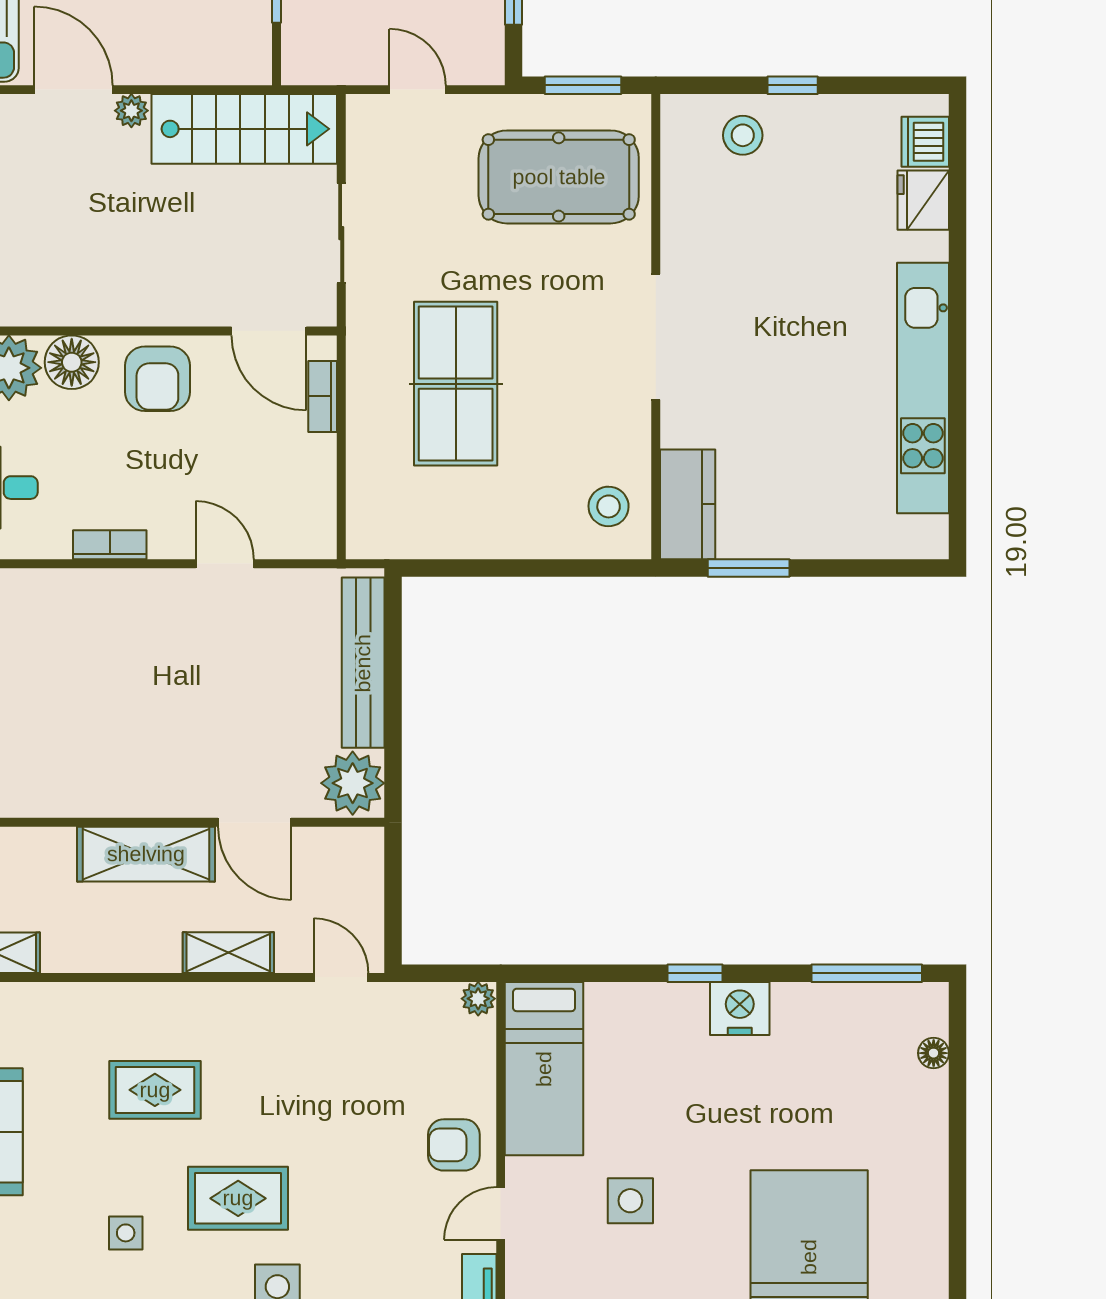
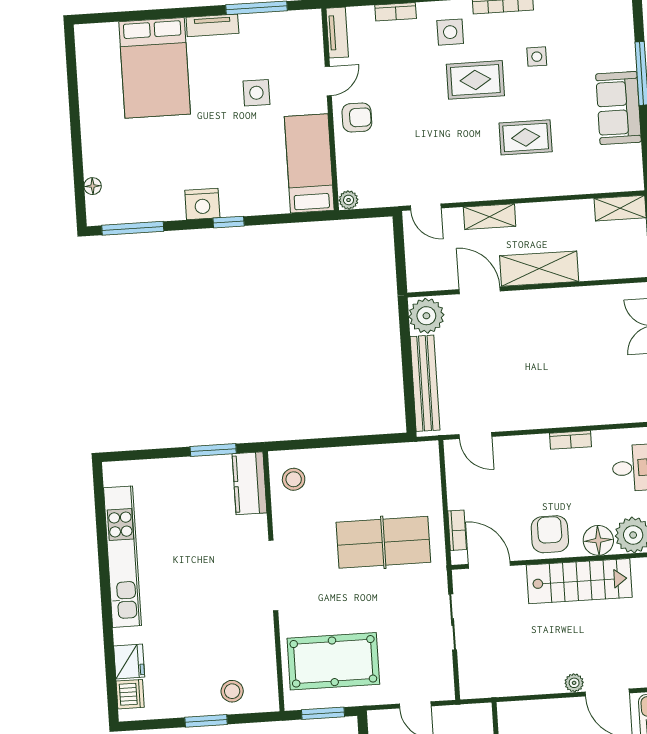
window: (793, 85) -> (206, 721), width x1.50
stairs: (244, 129) -> (579, 581), moved, turned 180
table tennis table: (456, 384) -> (383, 542), turned 90
door: (225, 564) -> (475, 435), moved

